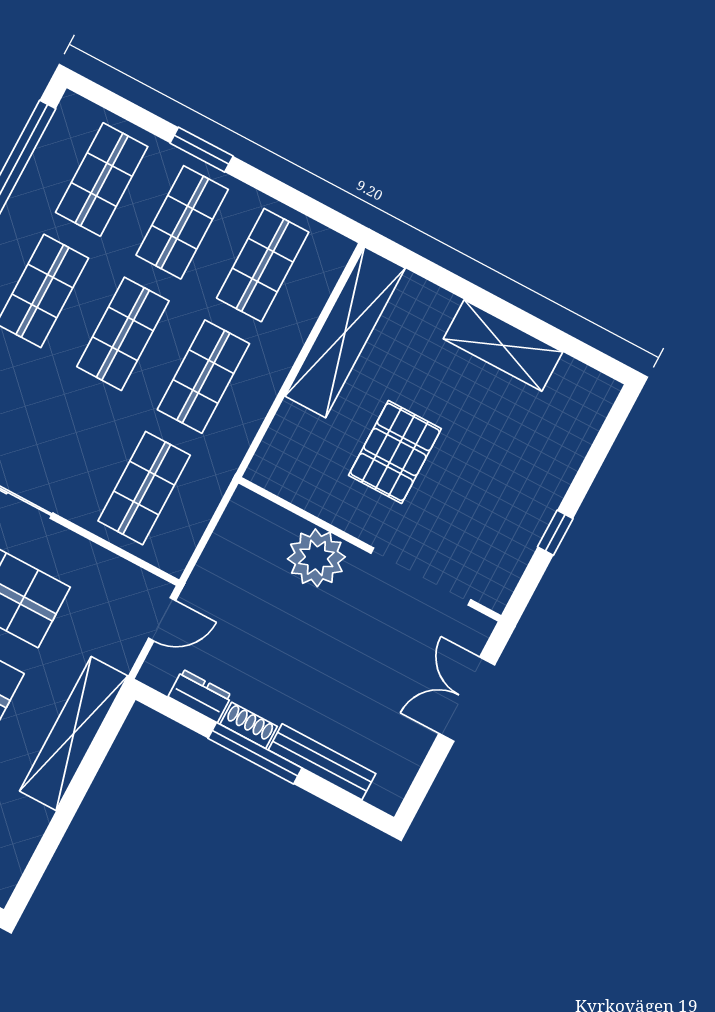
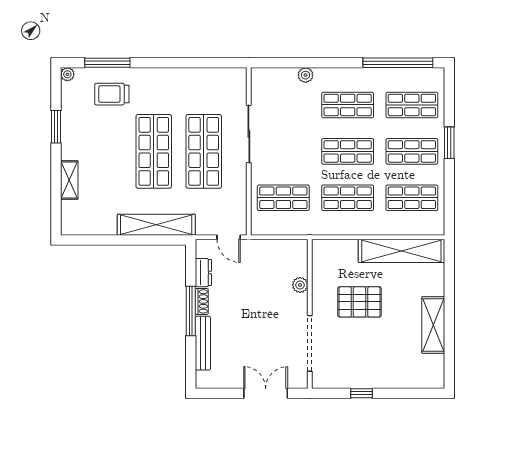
plant: (316, 558) -> (300, 285), width x0.53, depth x0.53

